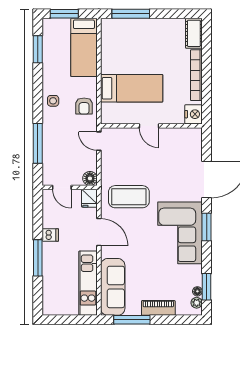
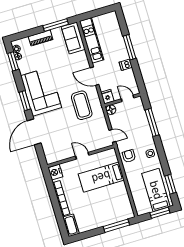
bed: (84, 47) -> (156, 190), moved
coffee table: (129, 197) -> (82, 105), turned 90
sofa: (113, 287) -> (73, 38), width x0.73

